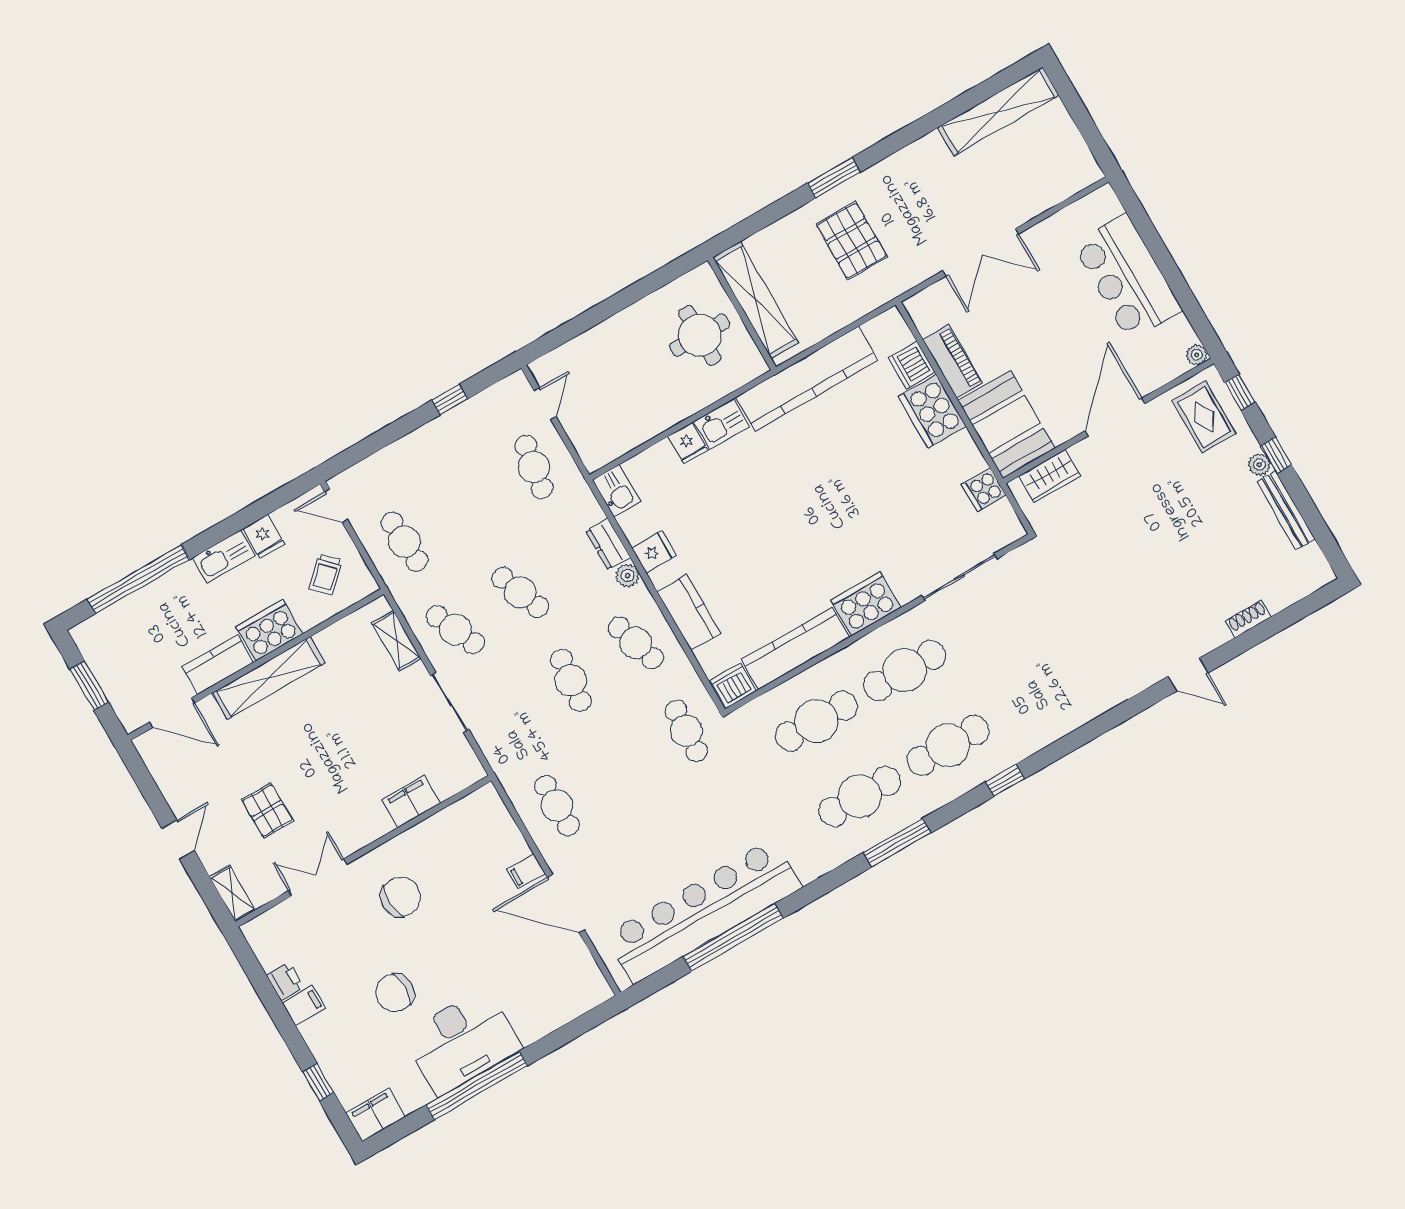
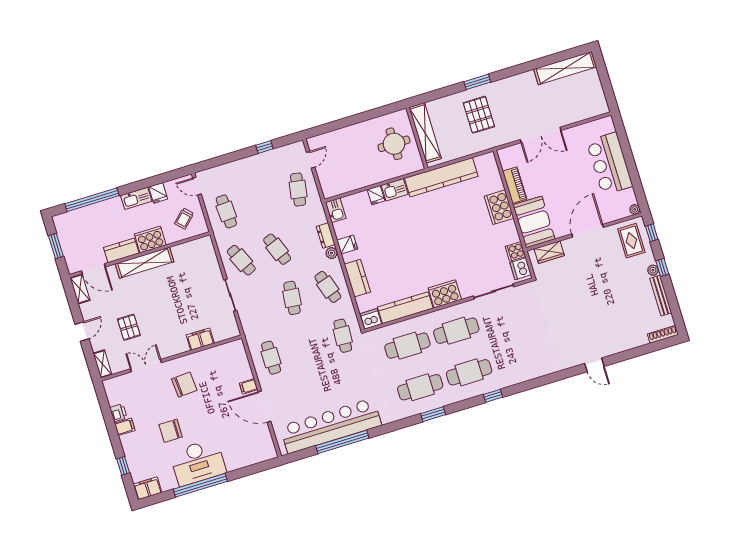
dishwasher: (912, 365) -> (521, 269), moved
shoe rack: (1248, 619) -> (663, 334), moved, width x1.43
shelving: (396, 641) -> (80, 289), moved
window: (897, 843) -> (433, 414), width x0.69

